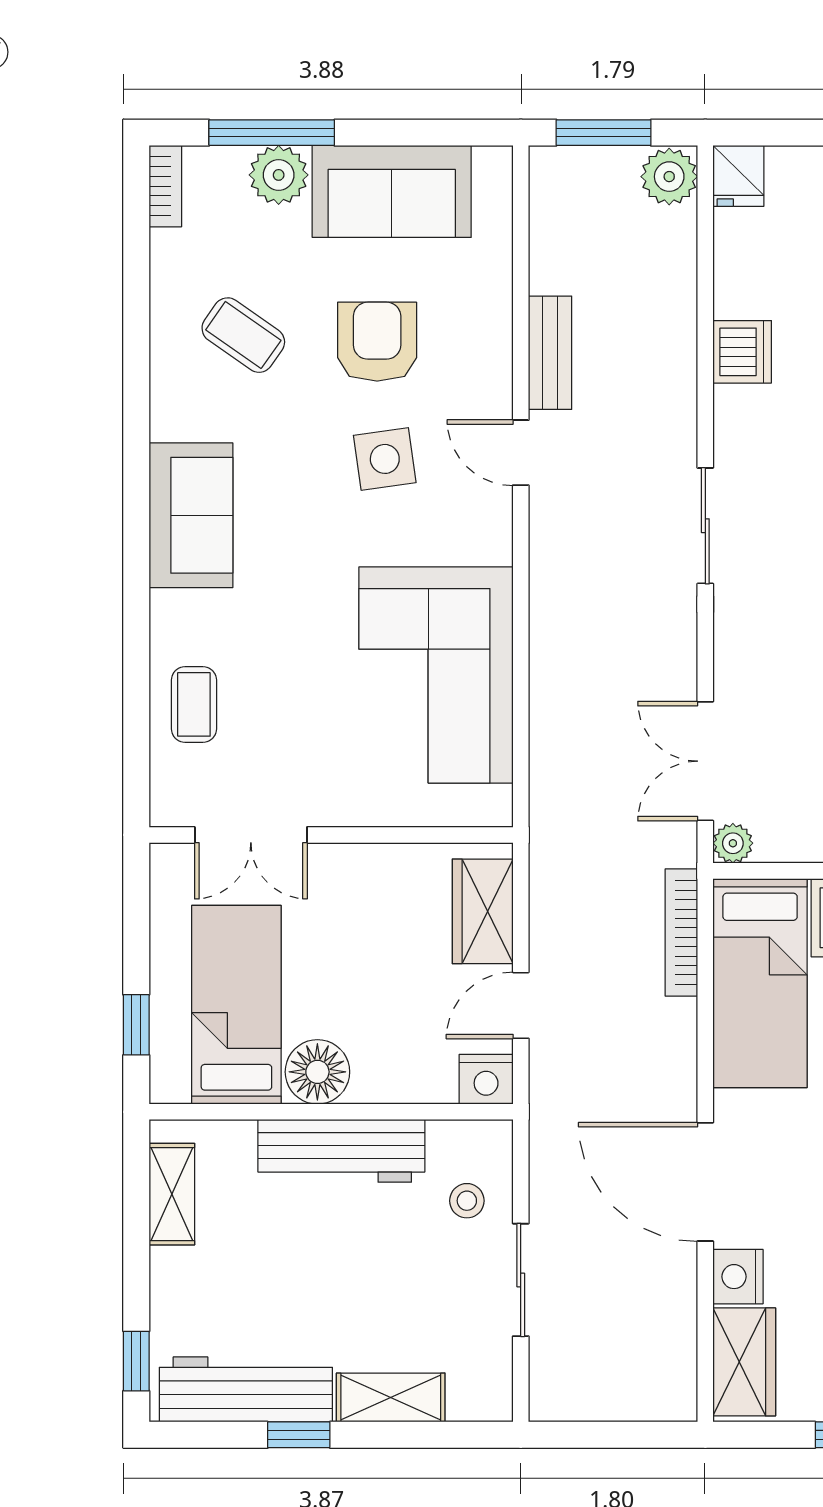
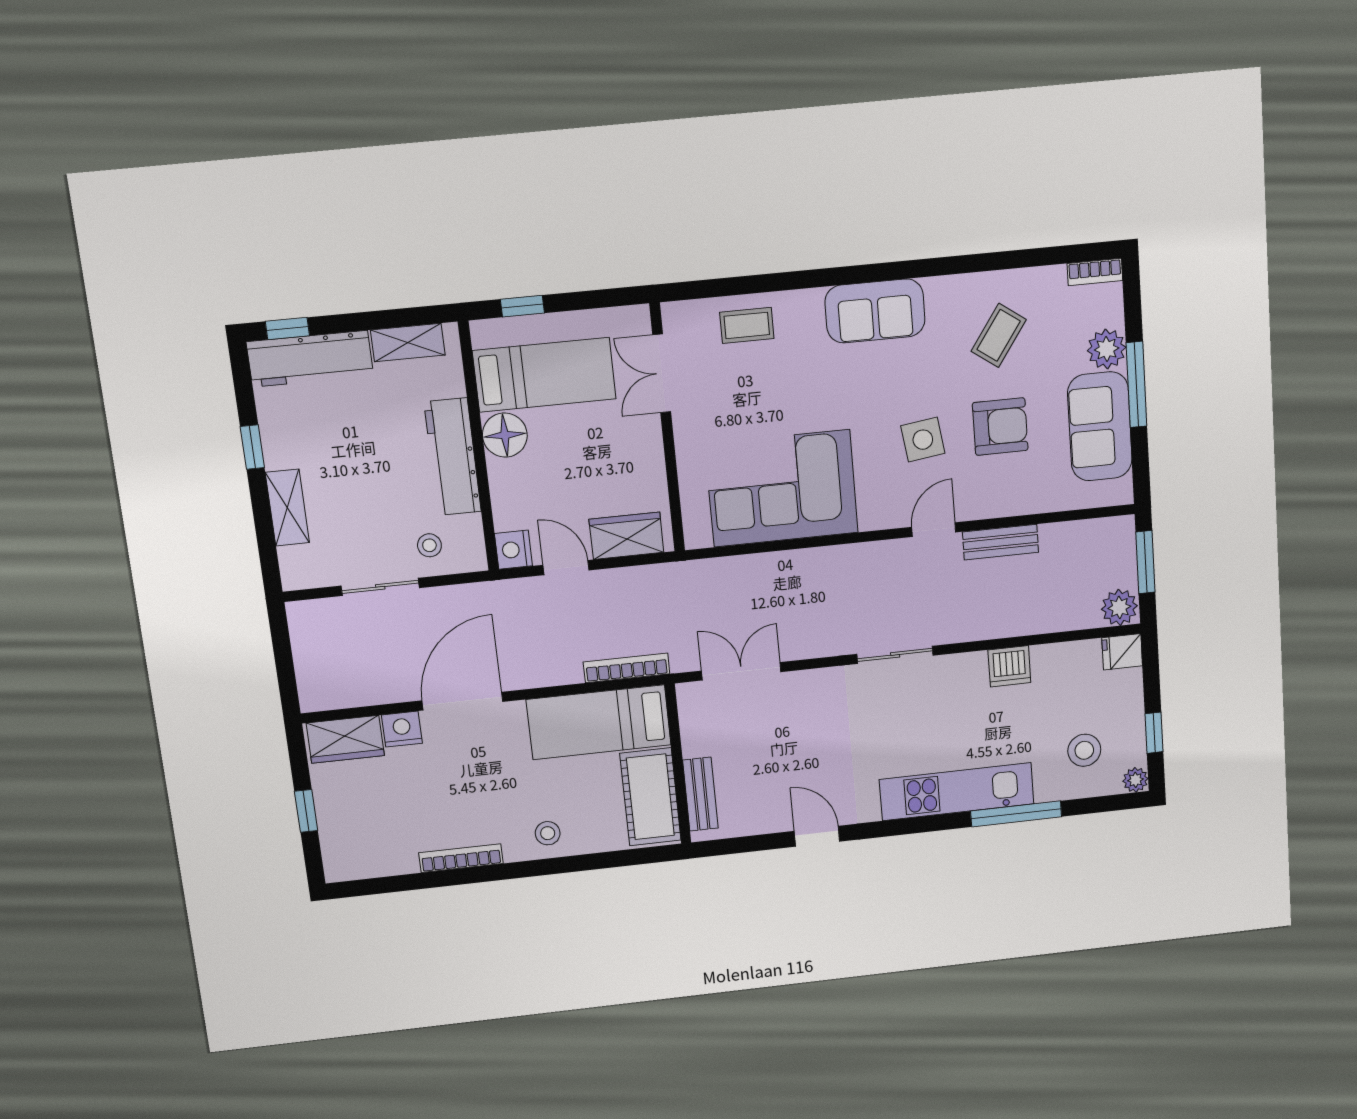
window: (272, 133) -> (1136, 385), moved
plant: (733, 843) -> (689, 695), removed
workbench: (246, 1389) -> (310, 359), moved, turned 90

